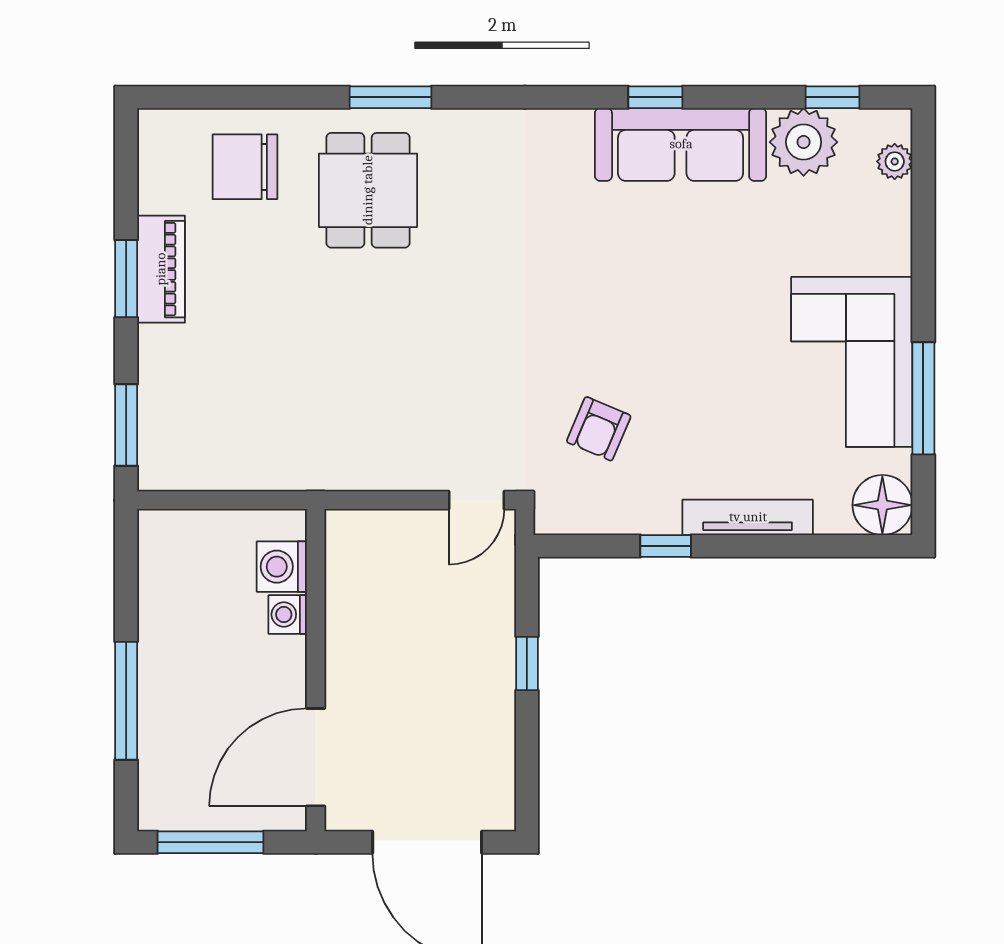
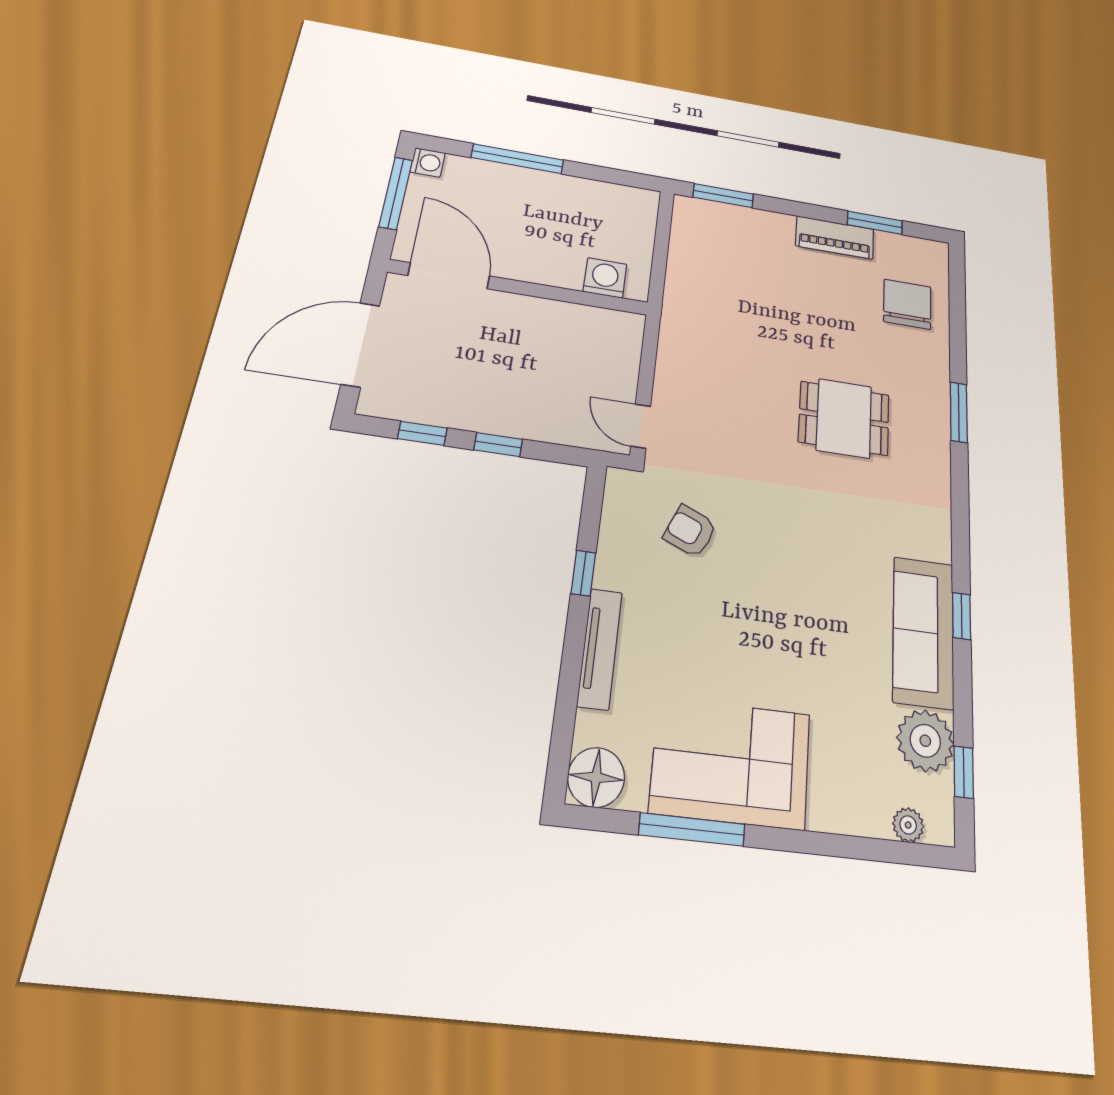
dining table: (368, 190) -> (844, 418), moved
window: (126, 279) -> (875, 223), moved
washing machine: (288, 614) -> (428, 162), moved, turned 90
window: (527, 751) -> (422, 433), added

